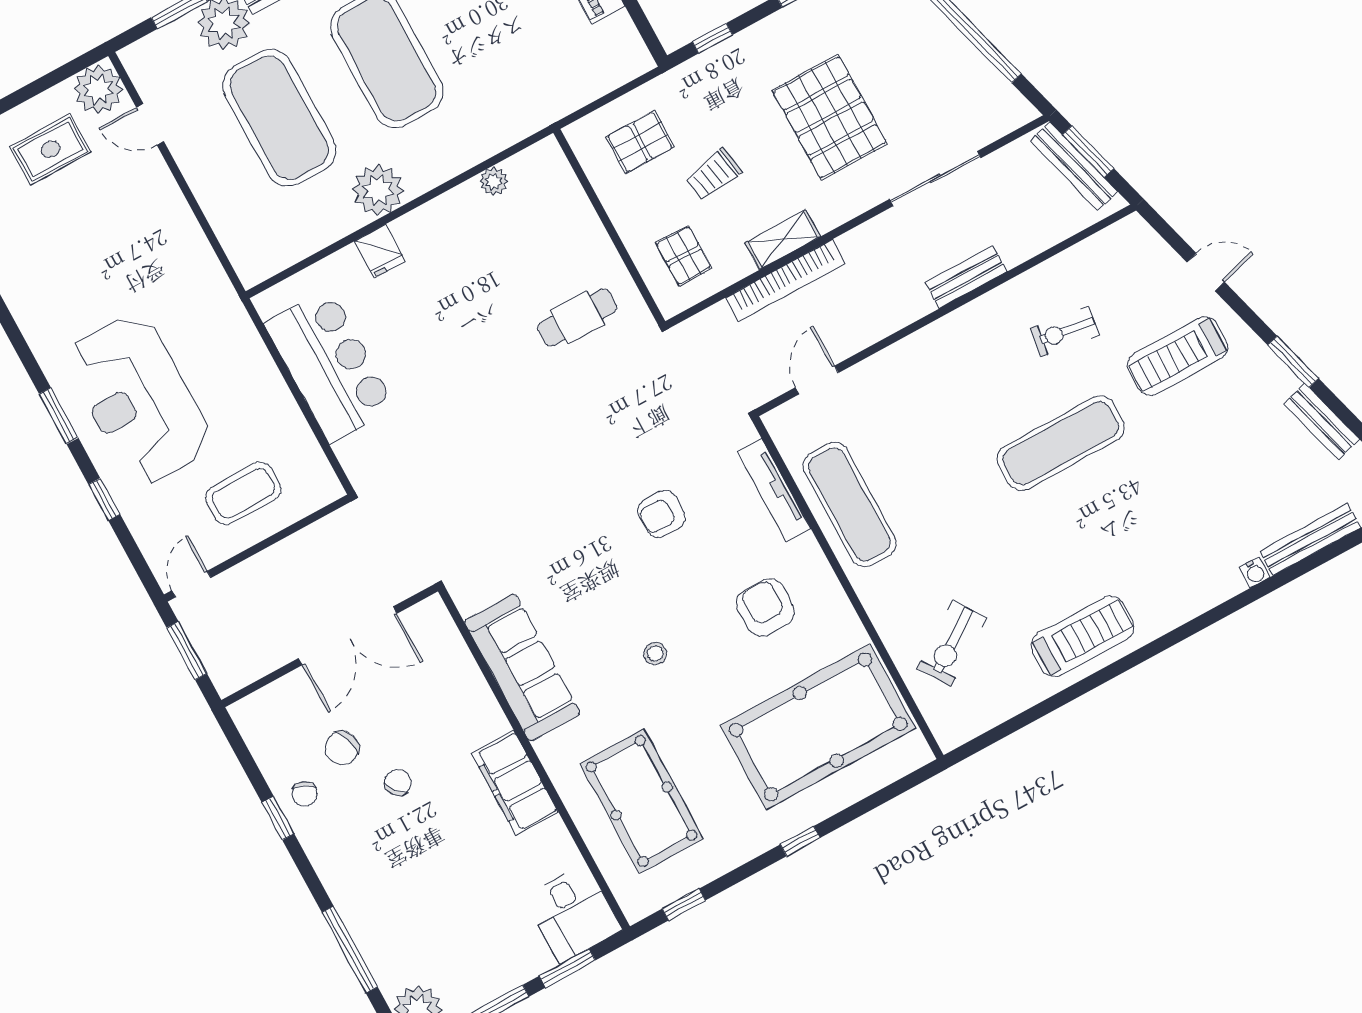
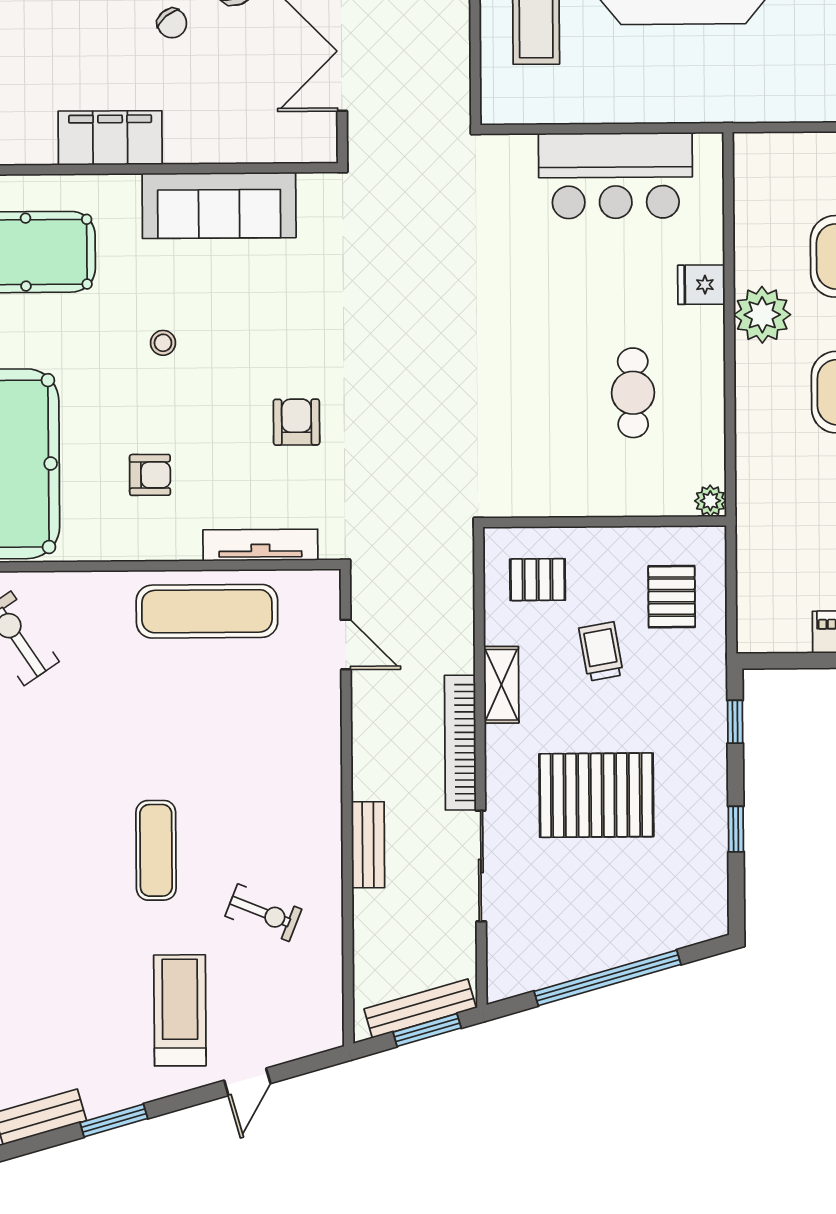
plant: (494, 181) -> (710, 501), moved
bookcase: (785, 280) -> (460, 743), moved
cafe table: (577, 317) -> (633, 393), moved
exercise bike: (1065, 331) -> (263, 913), turned 104
exercise mat: (1061, 443) -> (156, 850), width x0.73, depth x0.69
armchair: (766, 608) -> (150, 475), width x0.72, depth x0.72

